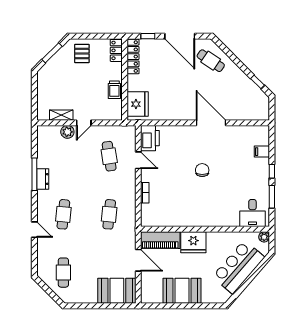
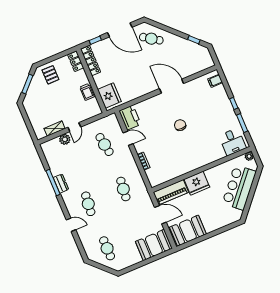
filing cabinet: (262, 152) -> (215, 81), moved
booth: (182, 291) -> (188, 231), moved

